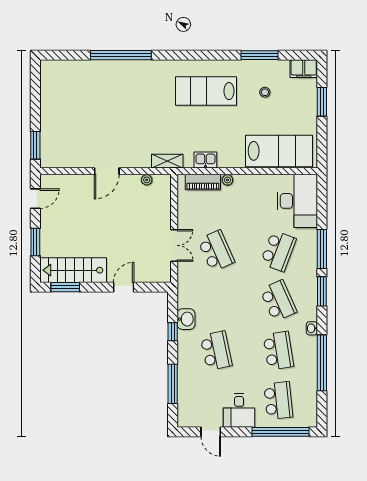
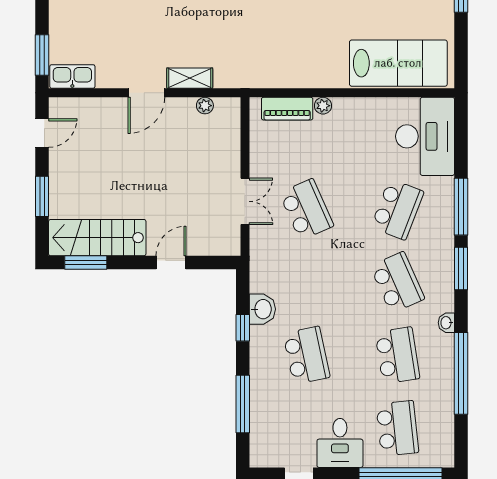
kitchen sink: (205, 160) -> (72, 76), moved, width x1.38
shelving: (167, 161) -> (190, 78), moved

